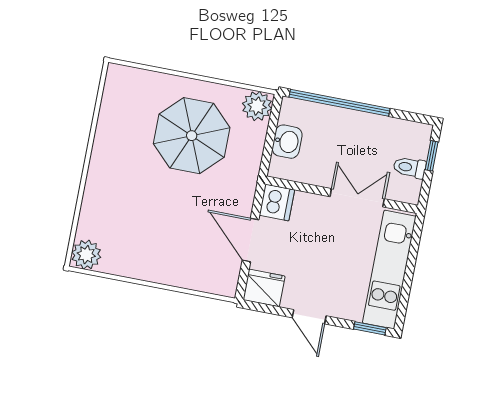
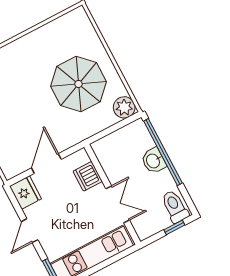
washbasin: (287, 142) -> (153, 161), moved, turned 90
toilet: (410, 167) -> (175, 206), moved, width x1.37, depth x1.39
dishwasher: (277, 203) -> (88, 176), moved, turned 90

